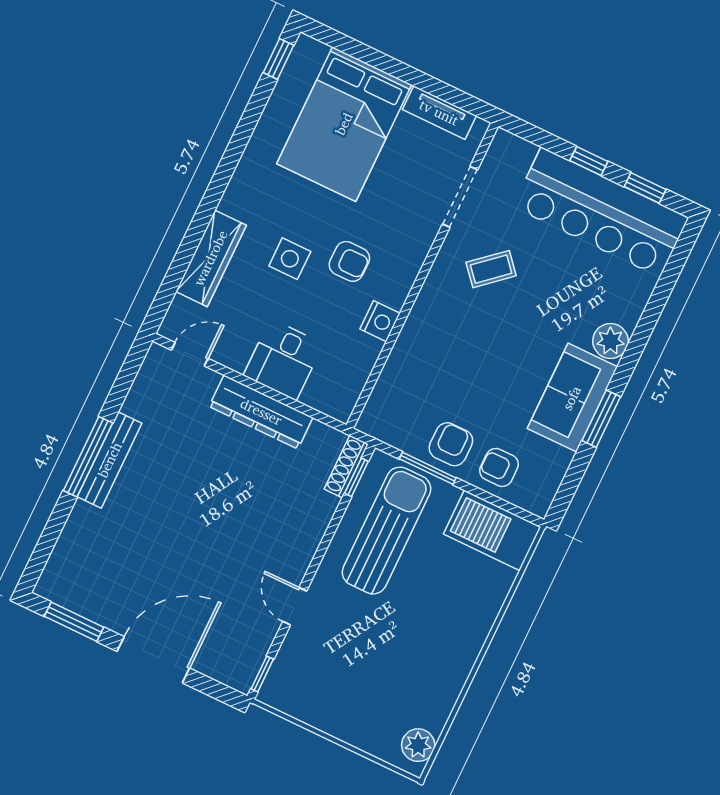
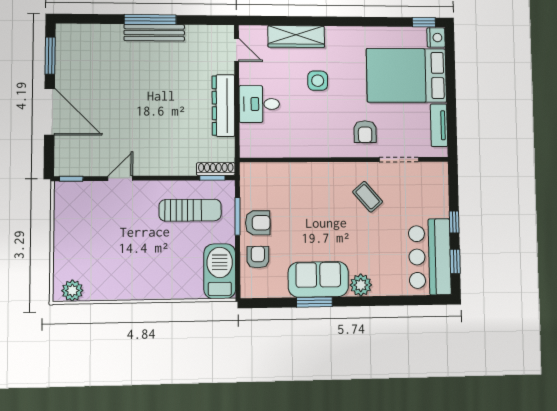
bar counter: (601, 212) -> (430, 257), width x0.73
armchair: (349, 261) -> (365, 132), moved
nightstand: (380, 321) -> (436, 38), moved, turned -90
sun lounger: (387, 531) -> (190, 210), width x0.73, depth x0.75

